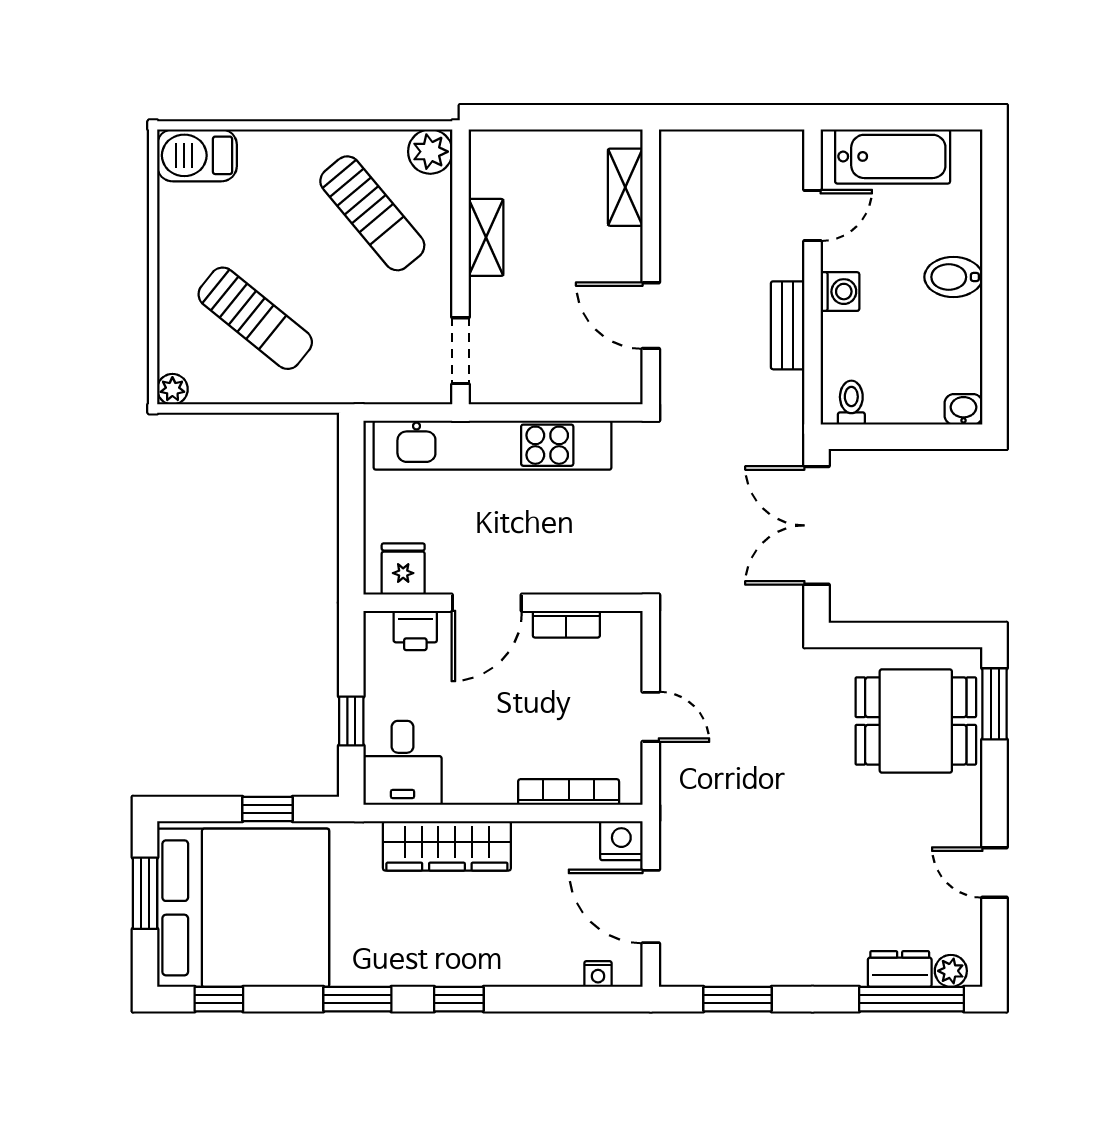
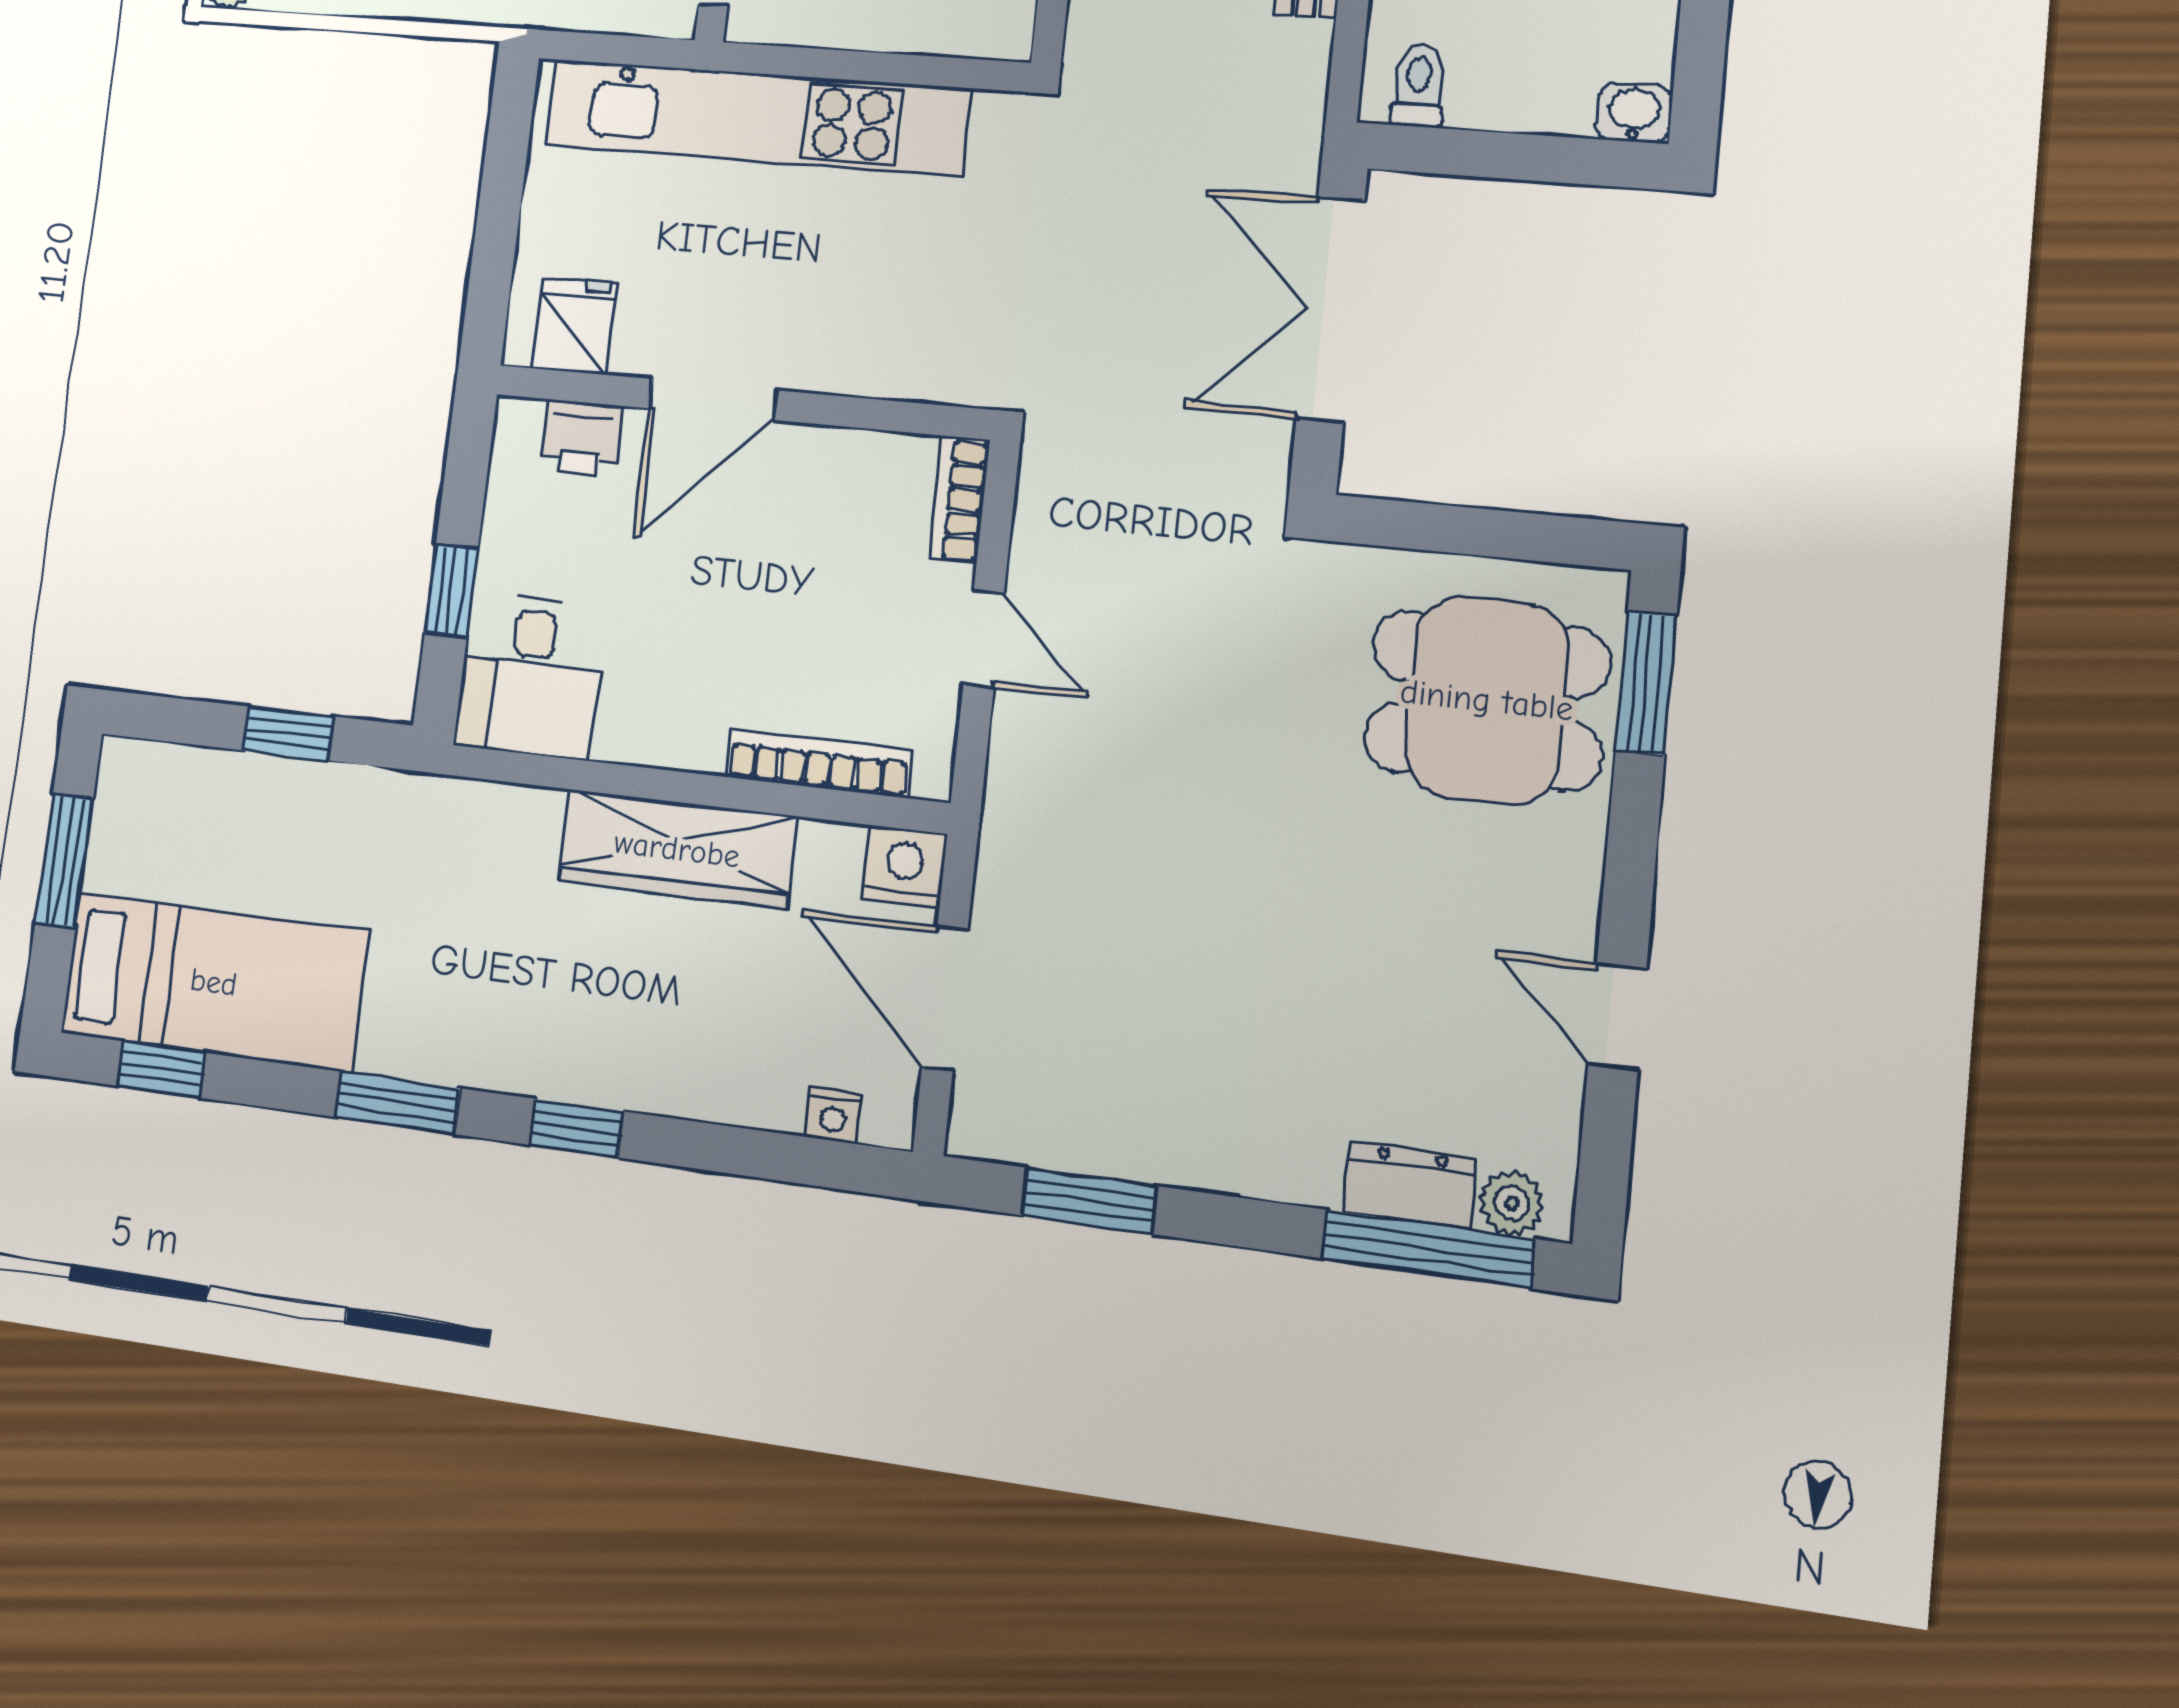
bookcase: (566, 624) -> (959, 500), moved, turned 90
wardrobe: (447, 846) -> (677, 849), moved
bed: (243, 908) -> (214, 982), width x0.49

